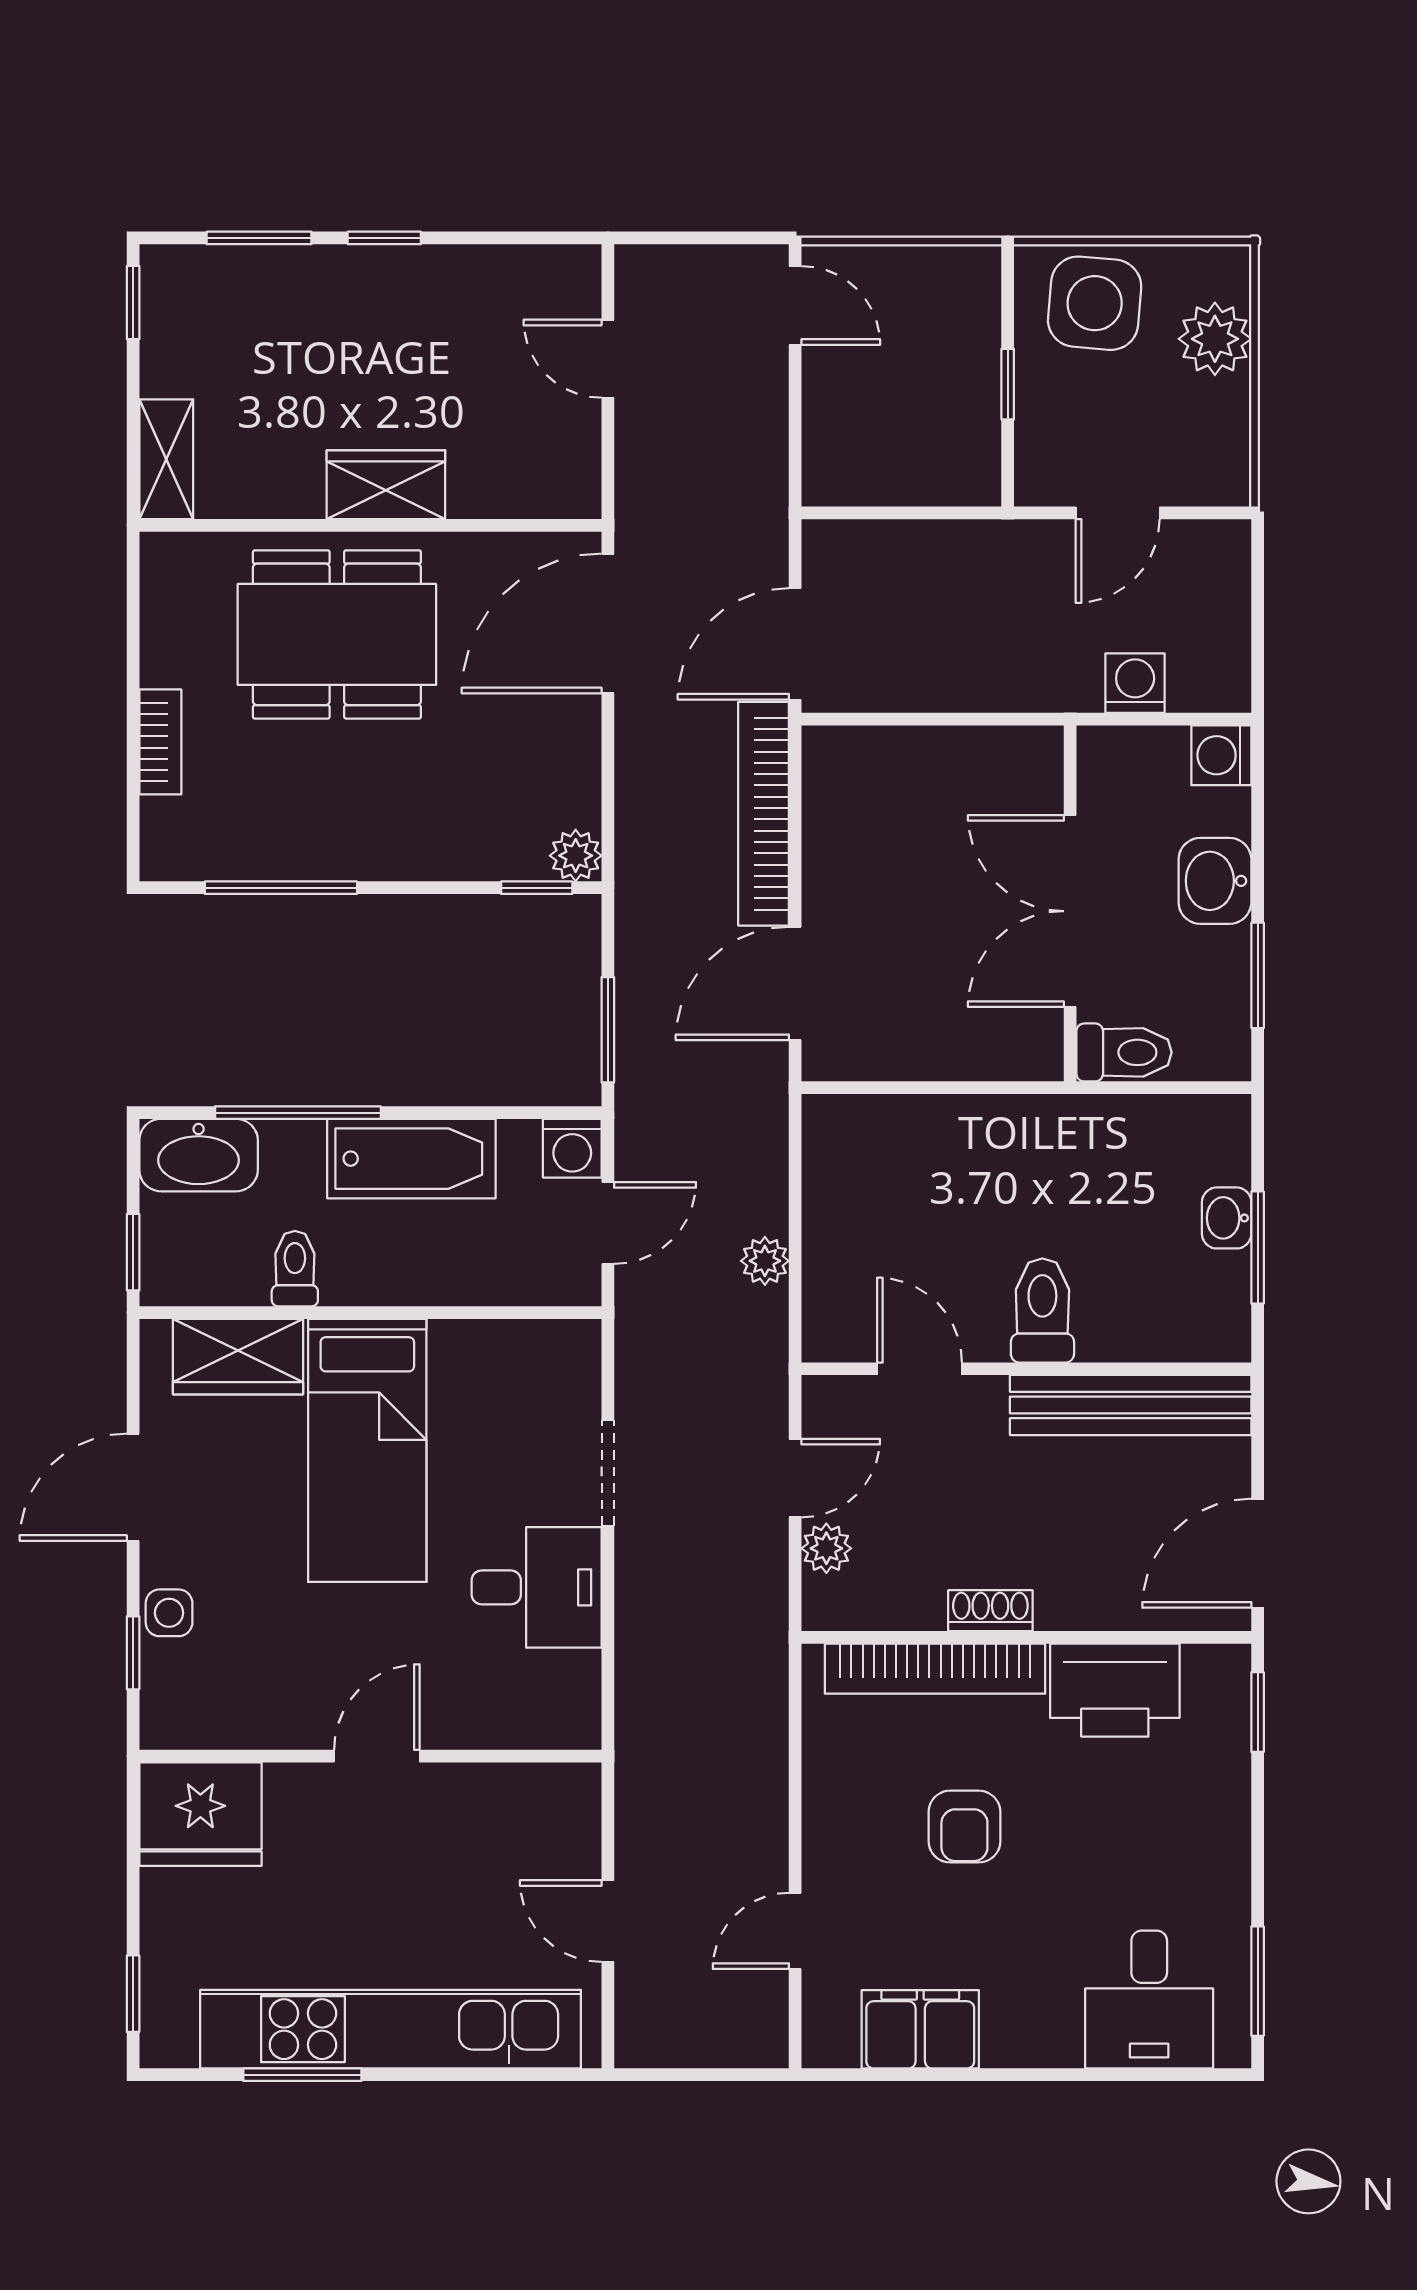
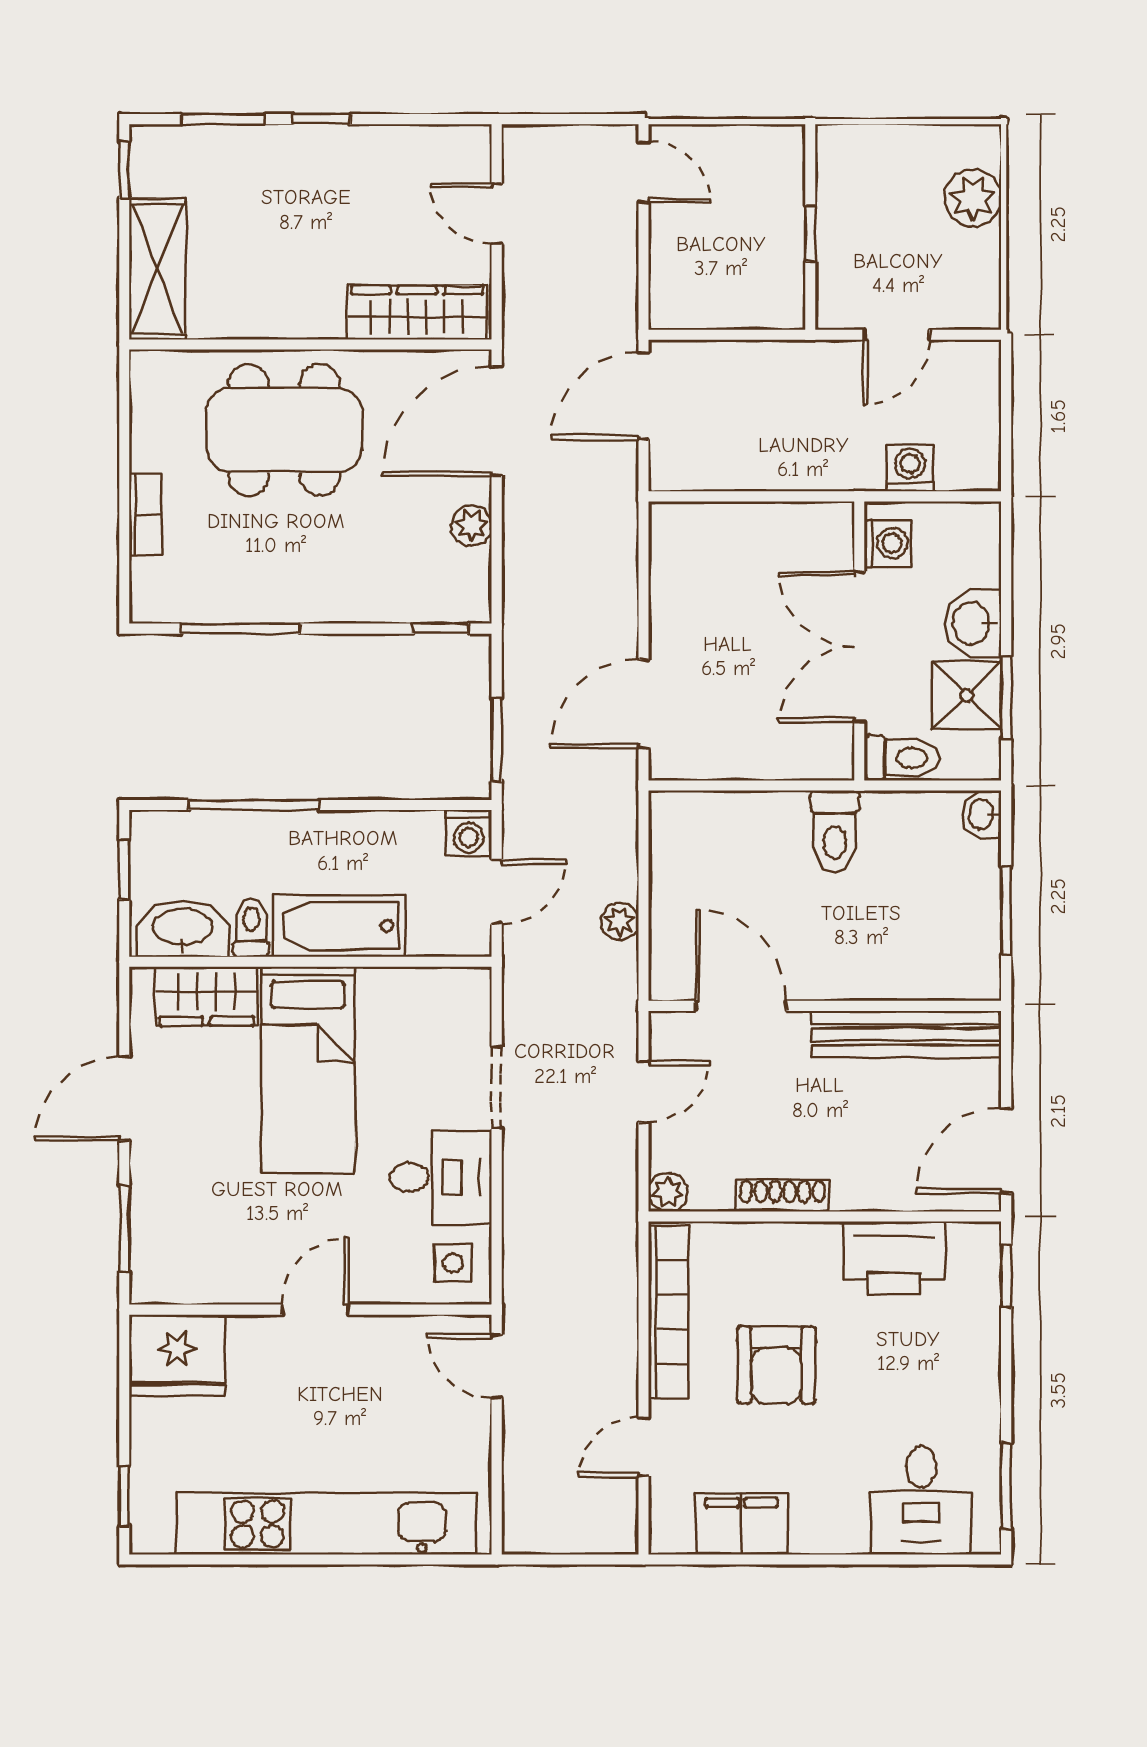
side table: (1095, 303) -> (878, 170), removed
shelving: (166, 459) -> (157, 269), width x1.50, depth x1.33
wardrobe: (386, 485) -> (417, 313), moved, width x1.50
door: (795, 644) -> (644, 396), moved
washing machine: (1221, 755) -> (888, 543), moved, turned 180
bookcase: (764, 814) -> (619, 571), removed
plant: (576, 856) -> (471, 525), moved
shower: (1207, 973) -> (967, 695), added
washbasin: (199, 1155) -> (183, 928), moved, turned 180
bathtub: (411, 1159) -> (339, 926), moved, turned 180
washbasin: (1227, 1218) -> (982, 814), moved
window: (133, 1252) -> (124, 870), moved
toilet: (1042, 1310) -> (835, 831), moved, turned 180
door: (919, 1369) -> (741, 1006), width x1.38
plant: (826, 1548) -> (668, 1192), moved
shoe rack: (990, 1611) -> (782, 1196), width x1.43
side table: (169, 1613) -> (453, 1263), moved
window: (133, 1653) -> (124, 1229), width x1.50
bookcase: (935, 1669) -> (668, 1312), moved, turned -90
armchair: (964, 1827) -> (776, 1365), width x1.38, depth x1.38
door: (608, 1921) -> (497, 1366), moved
window: (302, 2075) -> (257, 1560), removed

